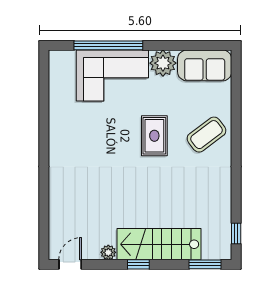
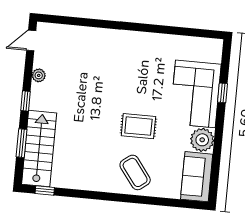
window: (108, 45) -> (223, 93), width x0.32
stairs: (159, 244) -> (39, 149), moved
door: (70, 264) -> (31, 40), swing flipped
window: (205, 264) -> (22, 143), moved

